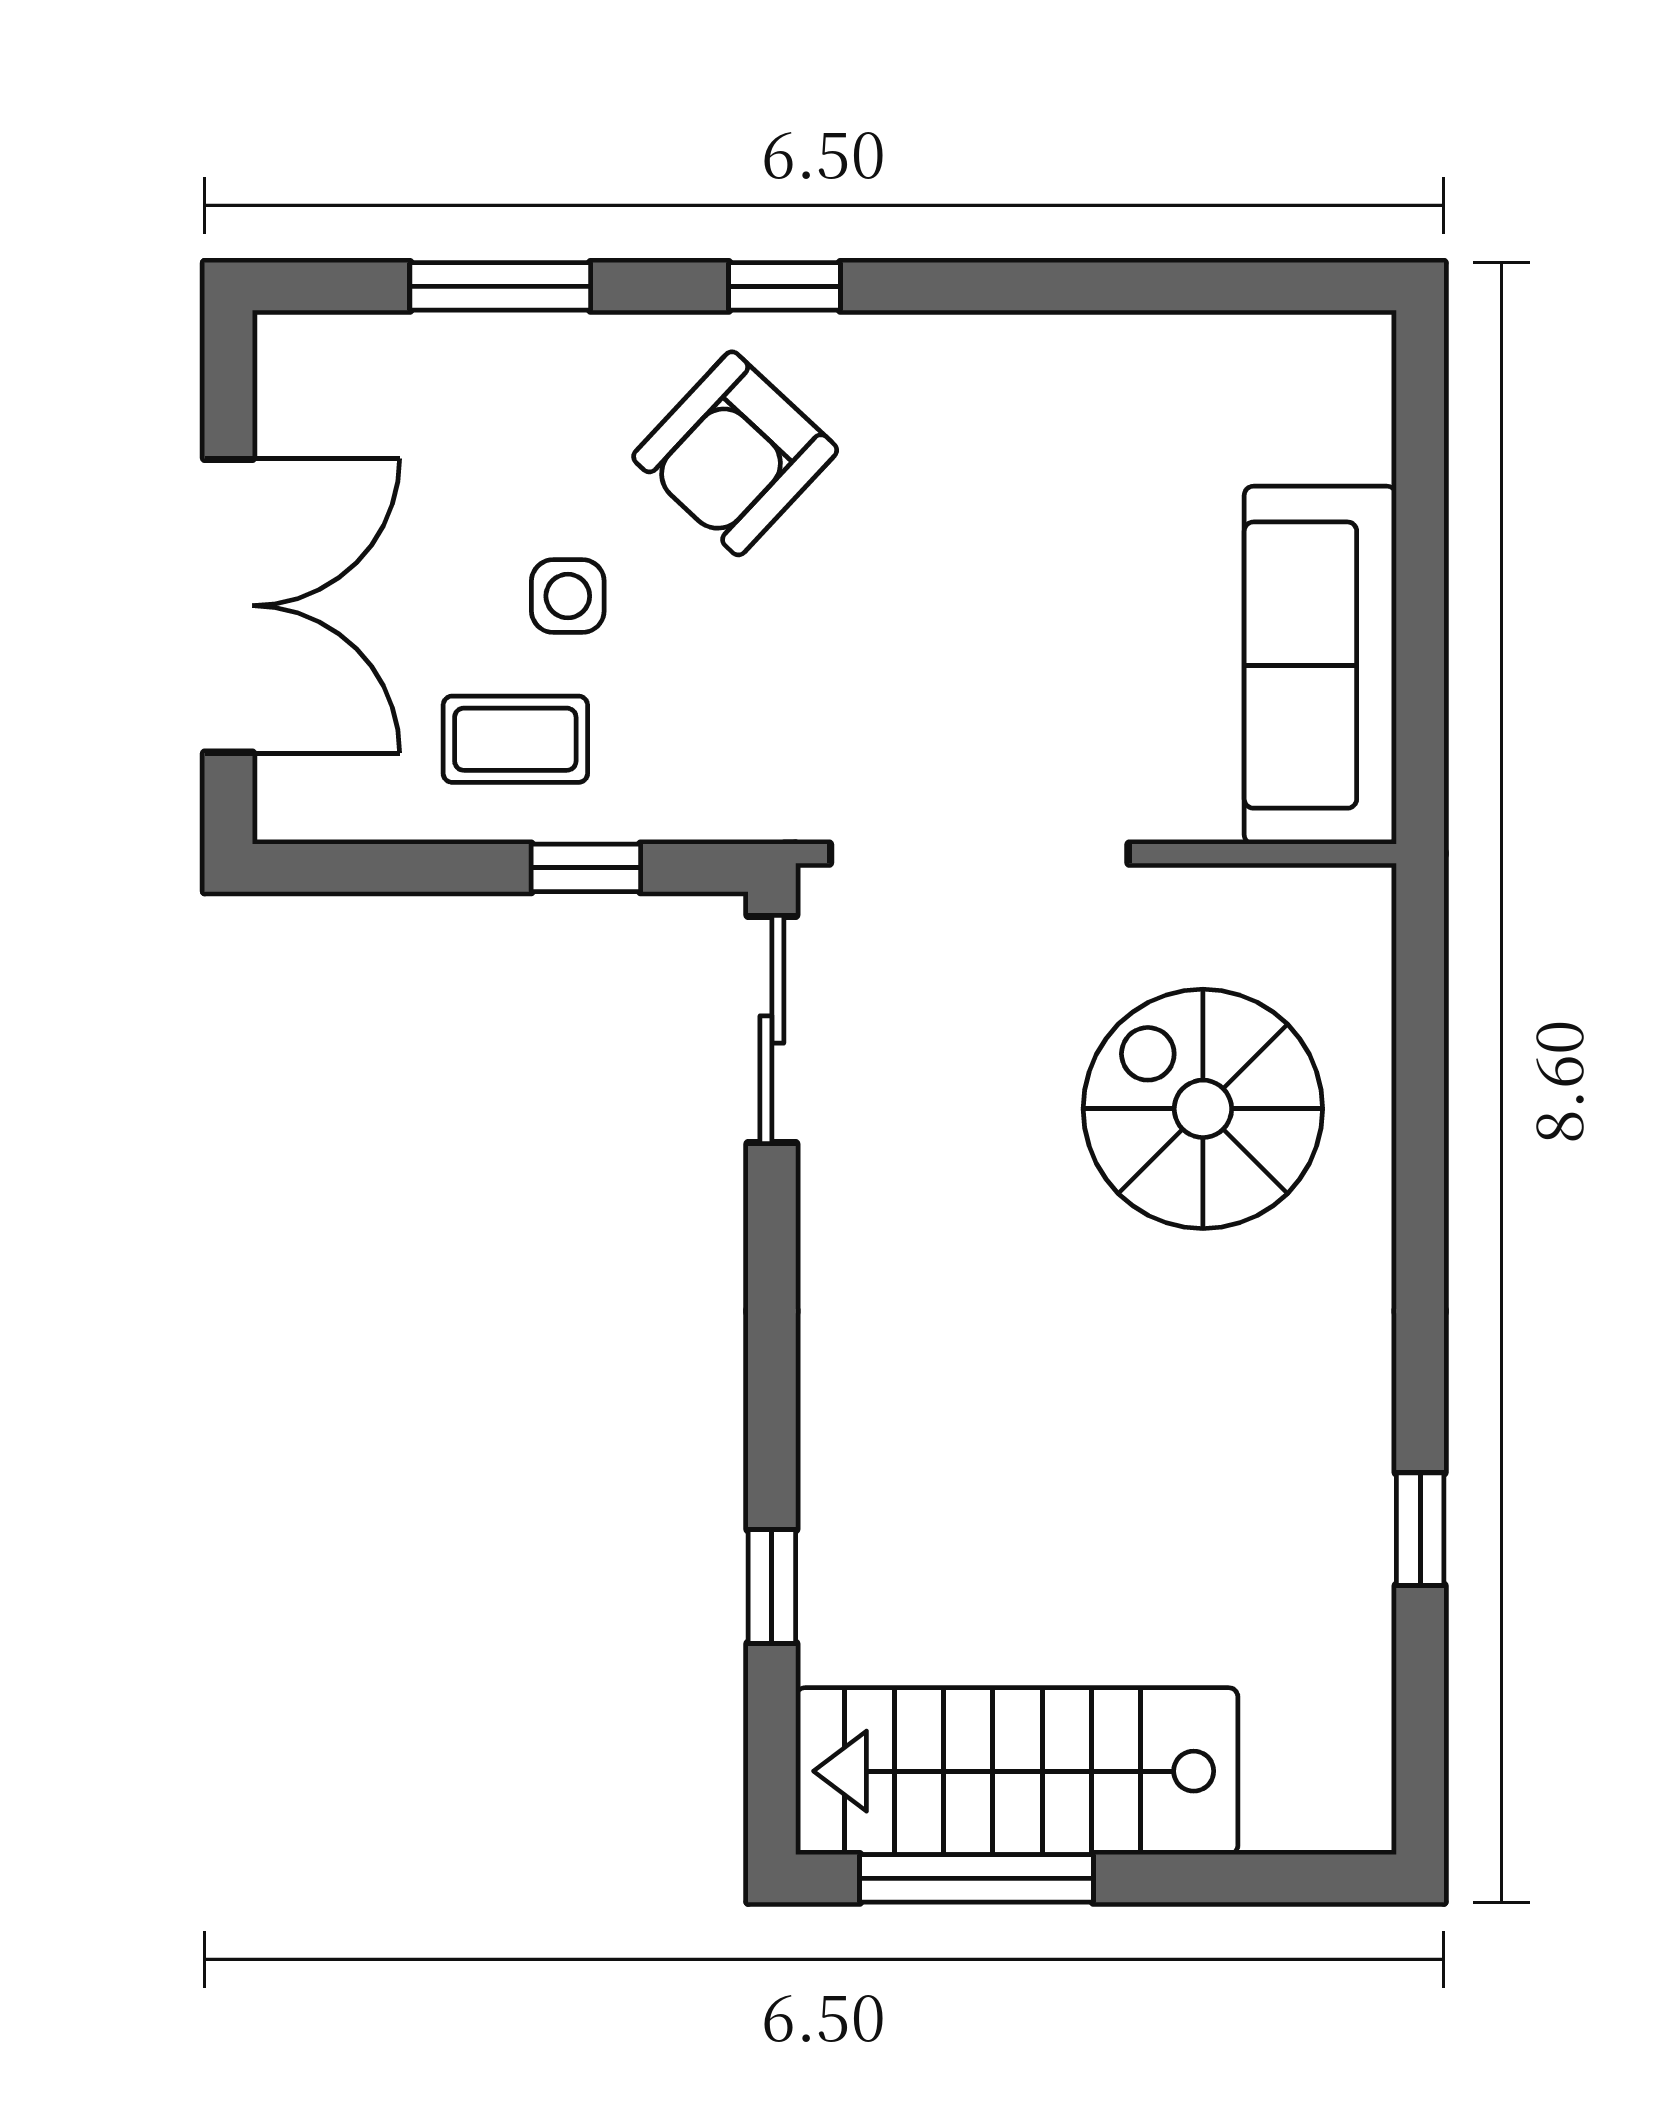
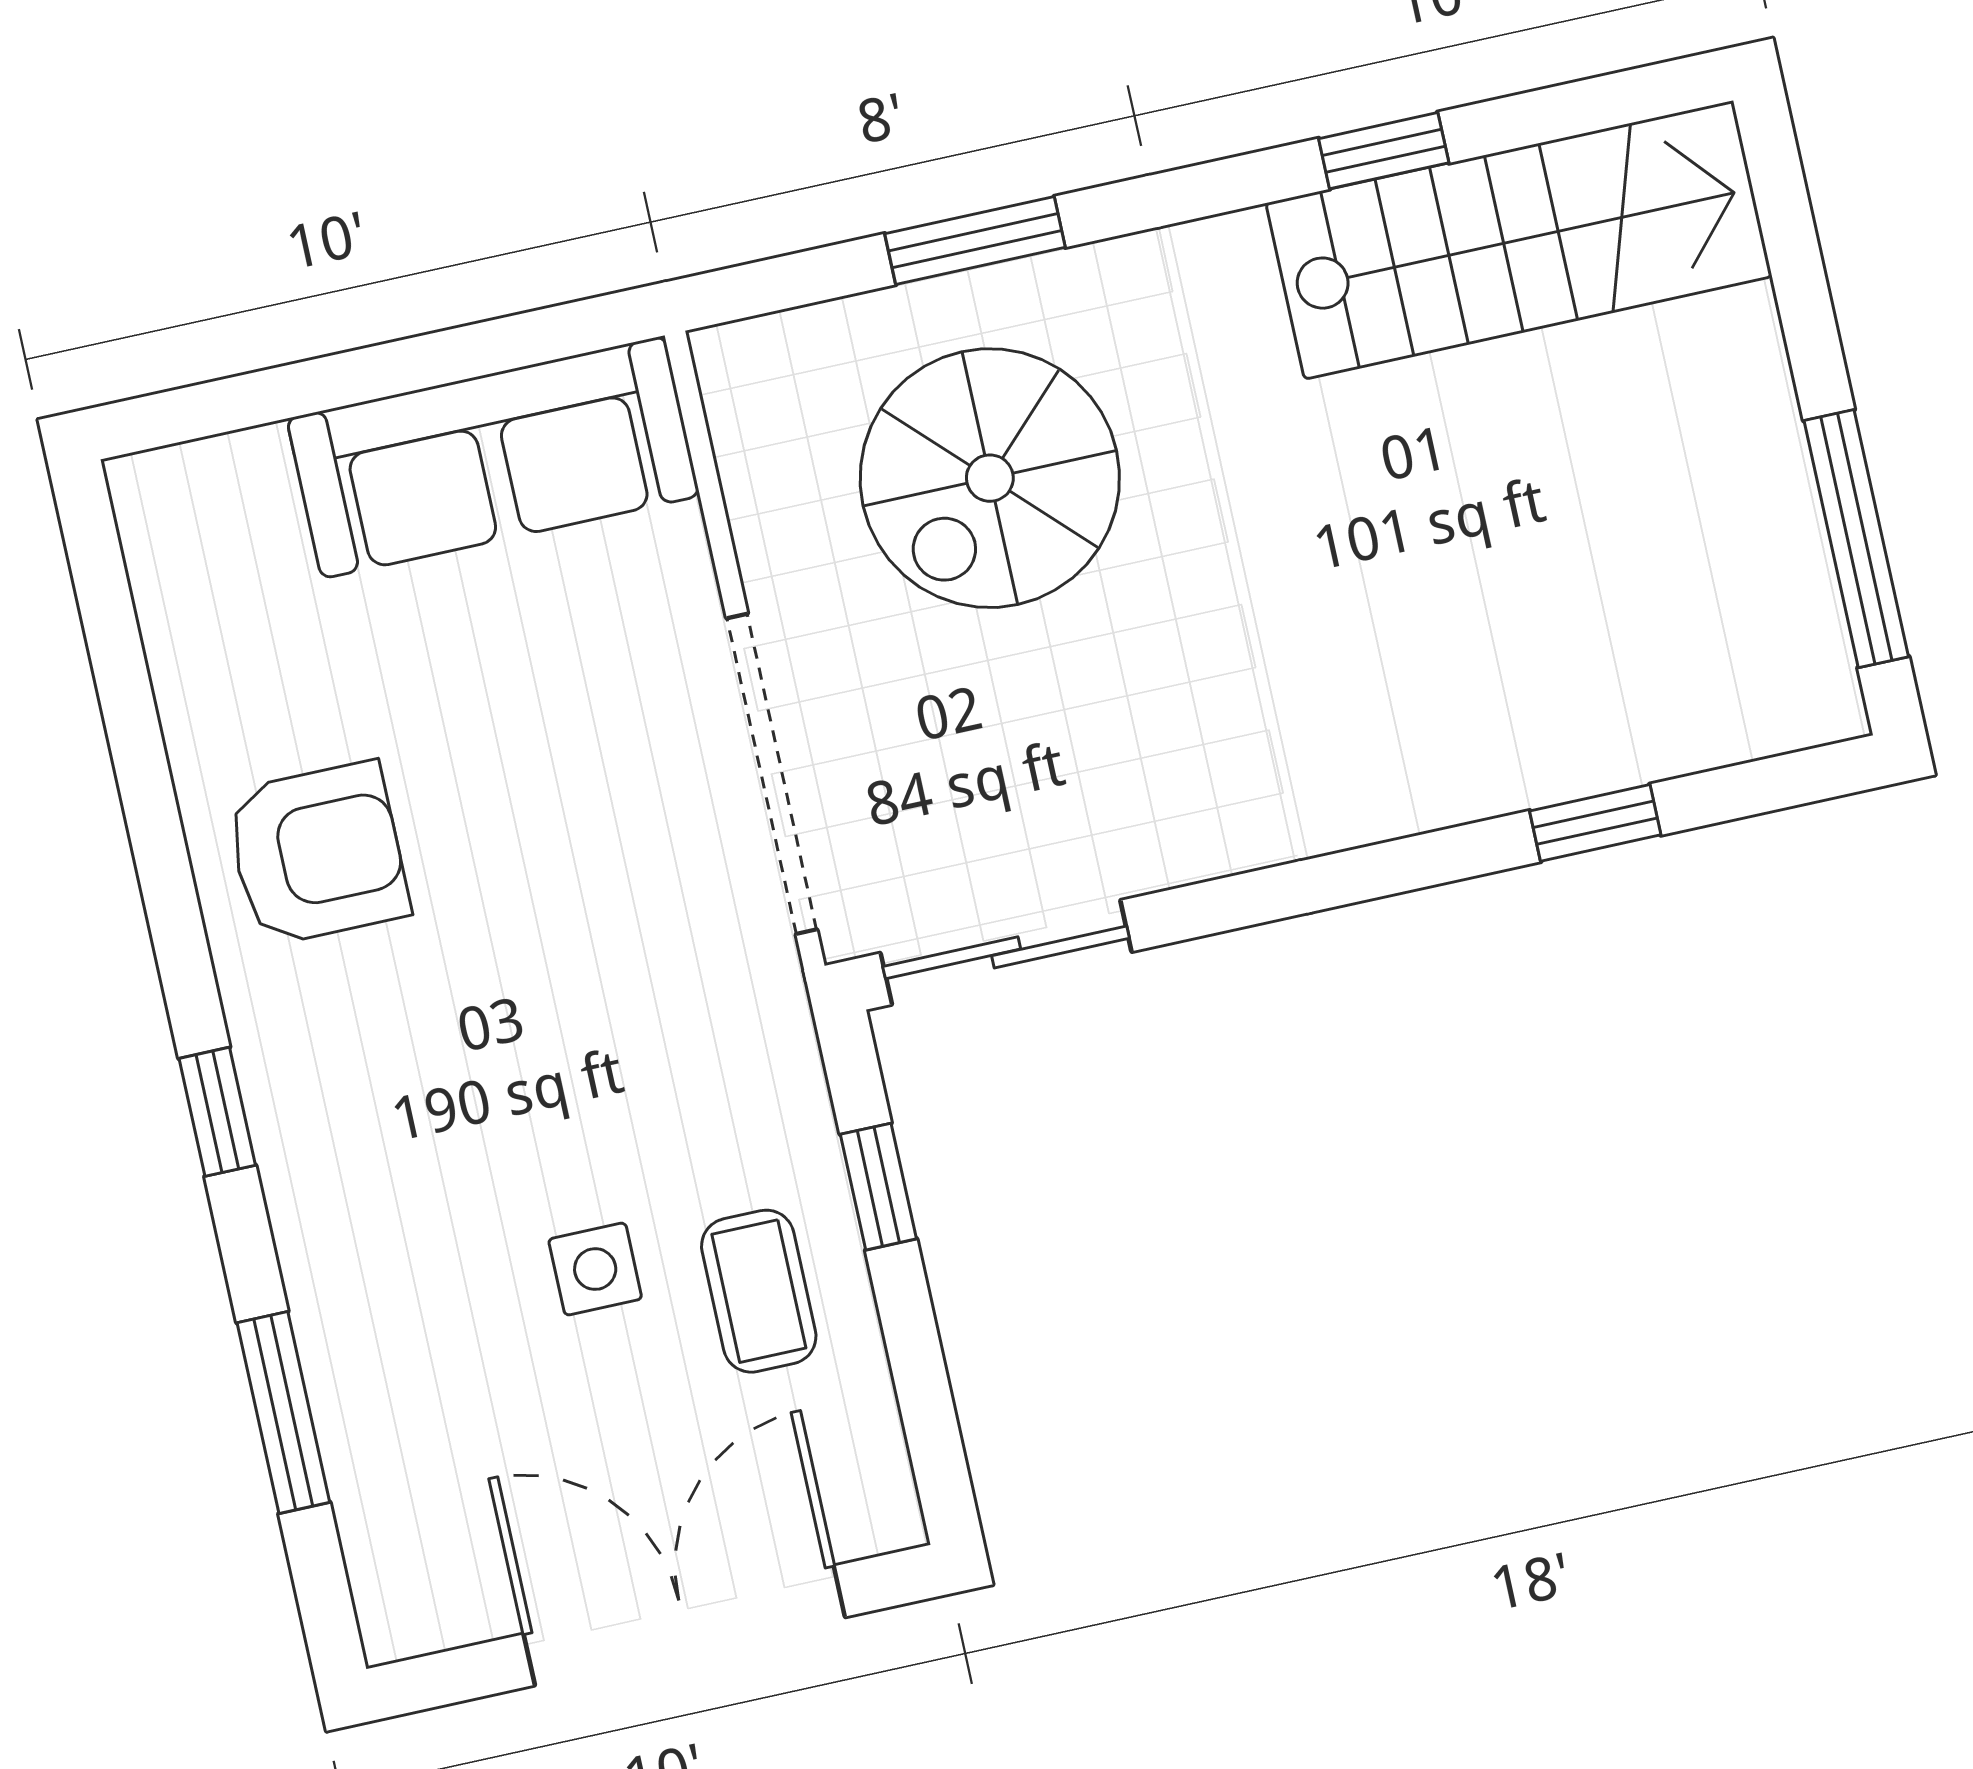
armchair: (735, 453) -> (317, 854), moved, turned -43
window: (1420, 1143) -> (975, 241), added
stairs: (1017, 1771) -> (1519, 240), moved, turned -90

